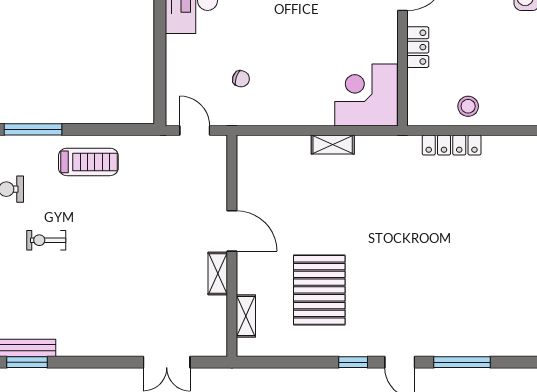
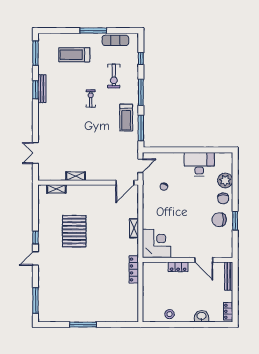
stool: (468, 106) -> (170, 314), moved
window: (112, 129) -> (141, 128), added
locker: (452, 145) -> (134, 269), moved
door: (232, 231) -> (125, 183), moved
pallet: (319, 290) -> (74, 231), moved, turned 90
window: (462, 362) -> (35, 301), moved

